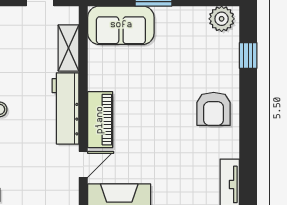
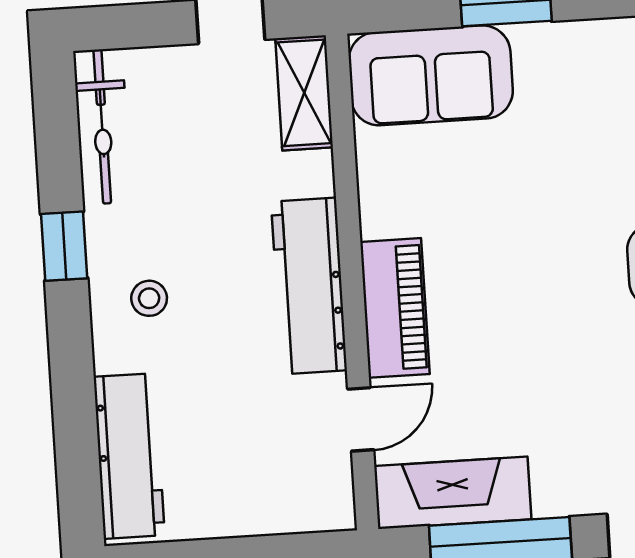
shelving: (69, 48) -> (304, 93), moved

